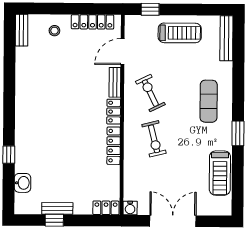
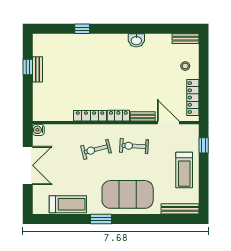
exercise bike: (150, 93) -> (134, 146), turned -151
exercise mat: (209, 101) -> (128, 194), width x2.00, depth x1.45
treadmill: (220, 173) -> (68, 204), turned 180
washbasin: (23, 183) -> (136, 40), moved
locker: (106, 208) -> (38, 110), removed

